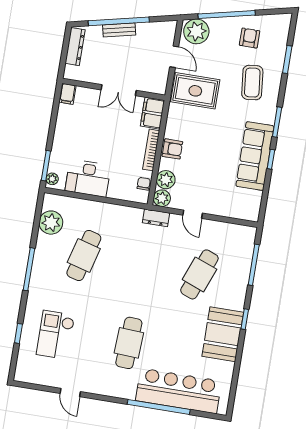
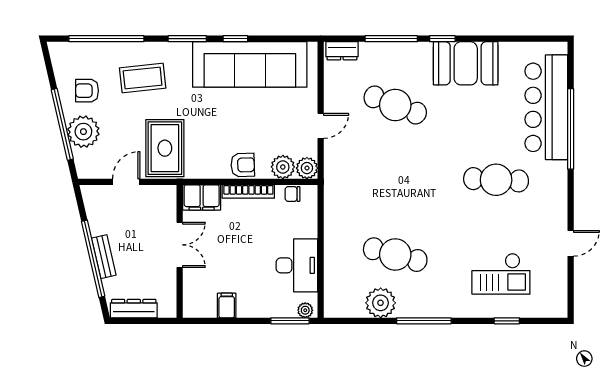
plant: (196, 31) -> (83, 132), moved
window: (287, 59) -> (106, 39), width x2.11
filing cabinet: (67, 94) -> (227, 305), moved, turned -90
armchair: (172, 149) -> (243, 165), turned 88
sofa: (255, 156) -> (250, 64), width x1.36, depth x1.27
dresser: (156, 218) -> (342, 51), moved, turned 90
plant: (51, 223) -> (381, 303), moved
window: (254, 265) -> (391, 39), moved

